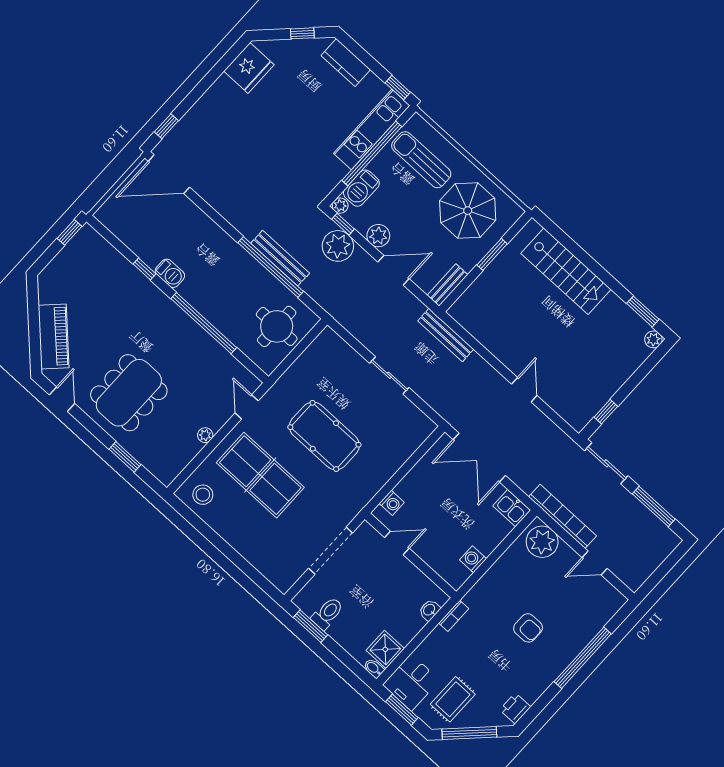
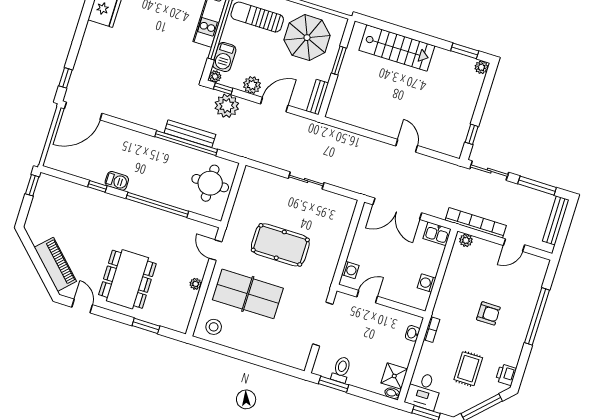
bench: (446, 335) -> (556, 220), moved, turned 90
plant: (542, 542) -> (466, 240), width x0.53, depth x0.53
rug: (453, 699) -> (468, 369), moved

